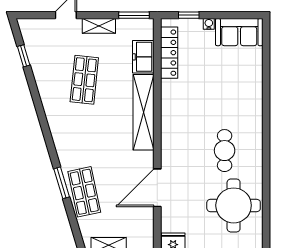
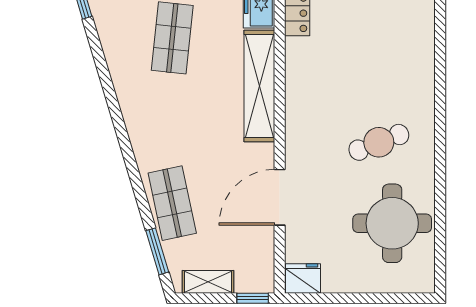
cafe table: (225, 151) -> (379, 142), turned 69
window: (62, 183) -> (157, 251), moved

